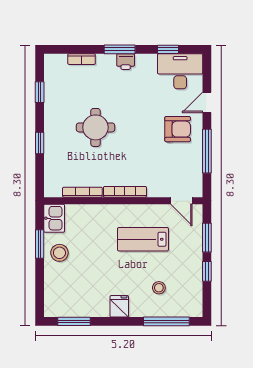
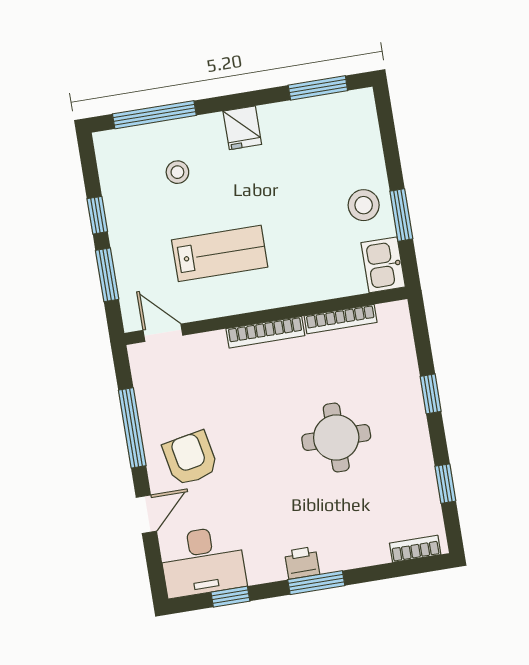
bookcase: (82, 59) -> (415, 549), moved
armchair: (178, 129) -> (190, 458), turned 79

